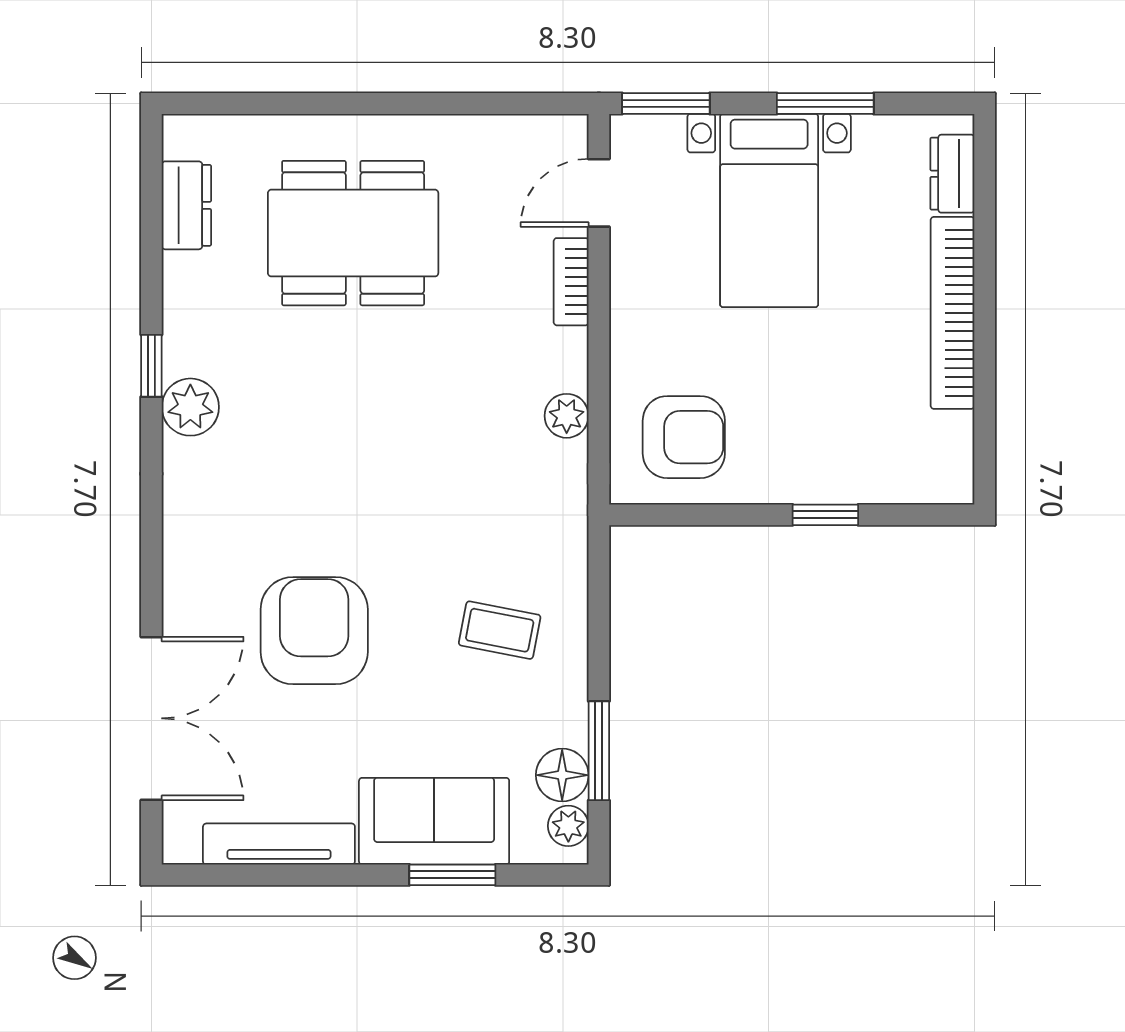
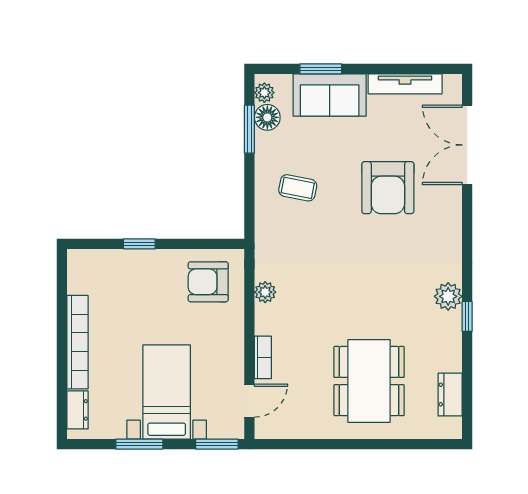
dining table: (353, 233) -> (369, 381), turned 90

